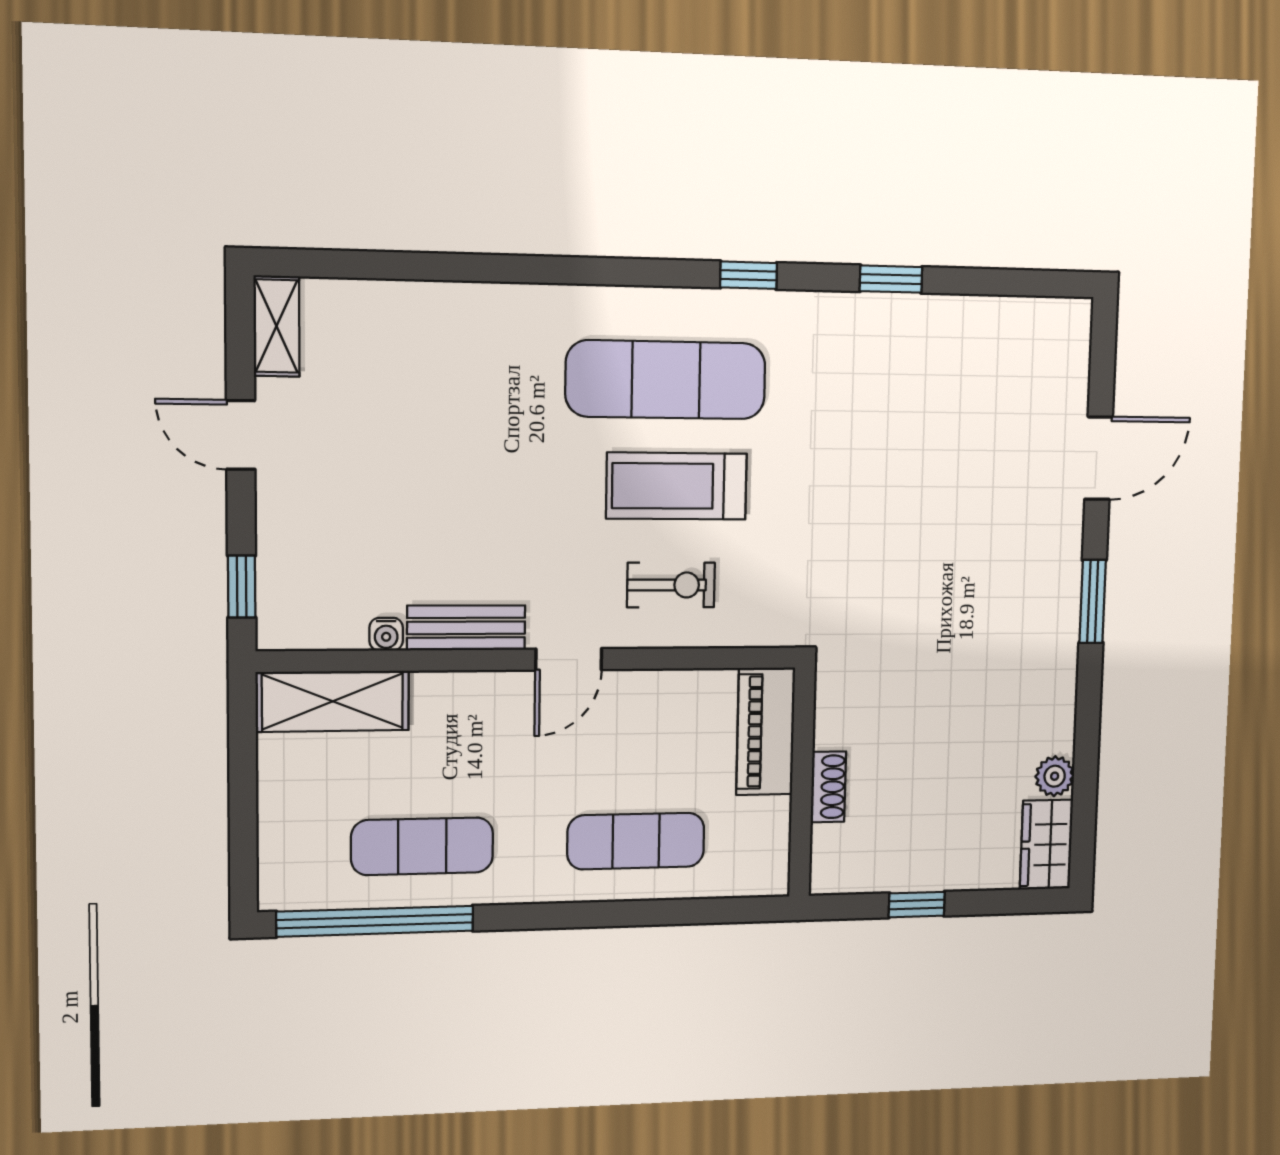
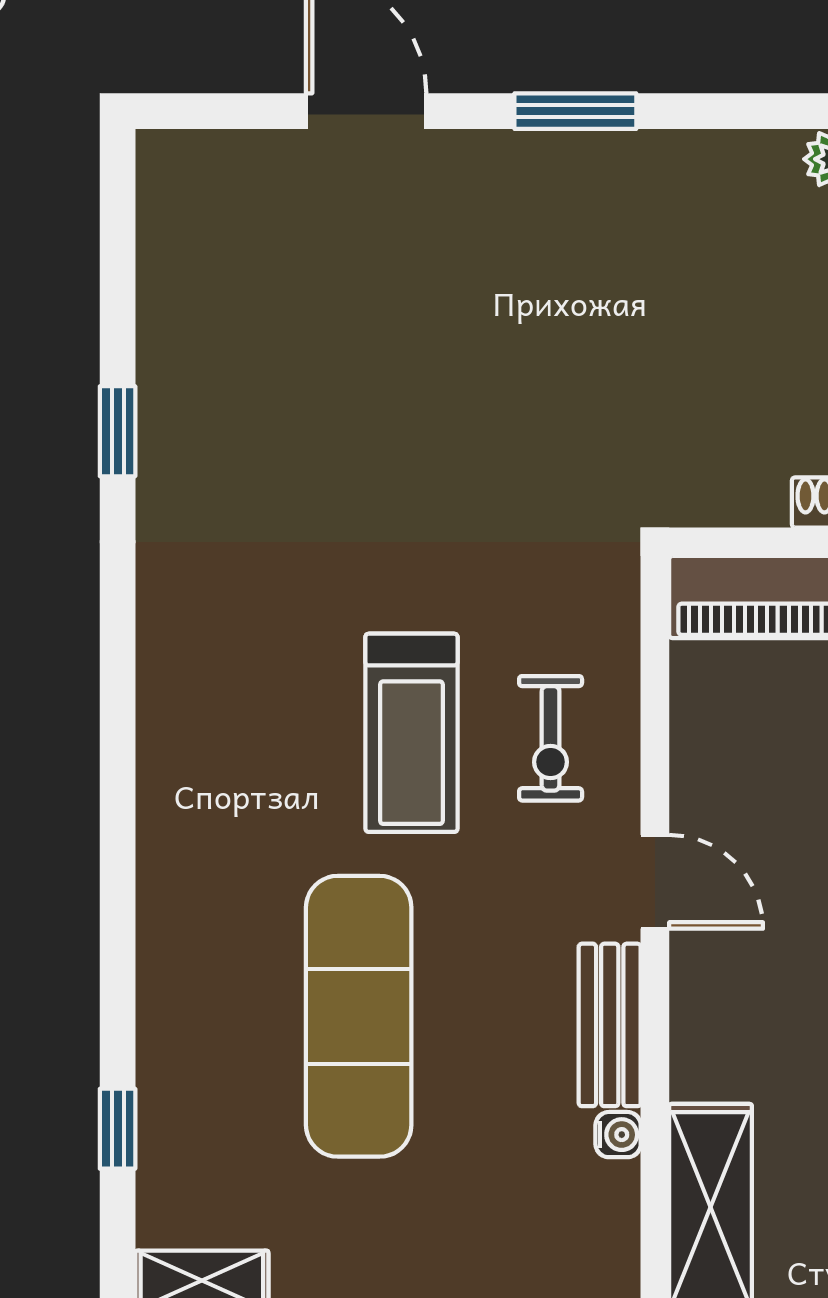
window: (749, 275) -> (118, 1129), moved
exercise mat: (666, 380) -> (359, 1016), moved
exercise bike: (671, 585) -> (551, 738), turned 180

